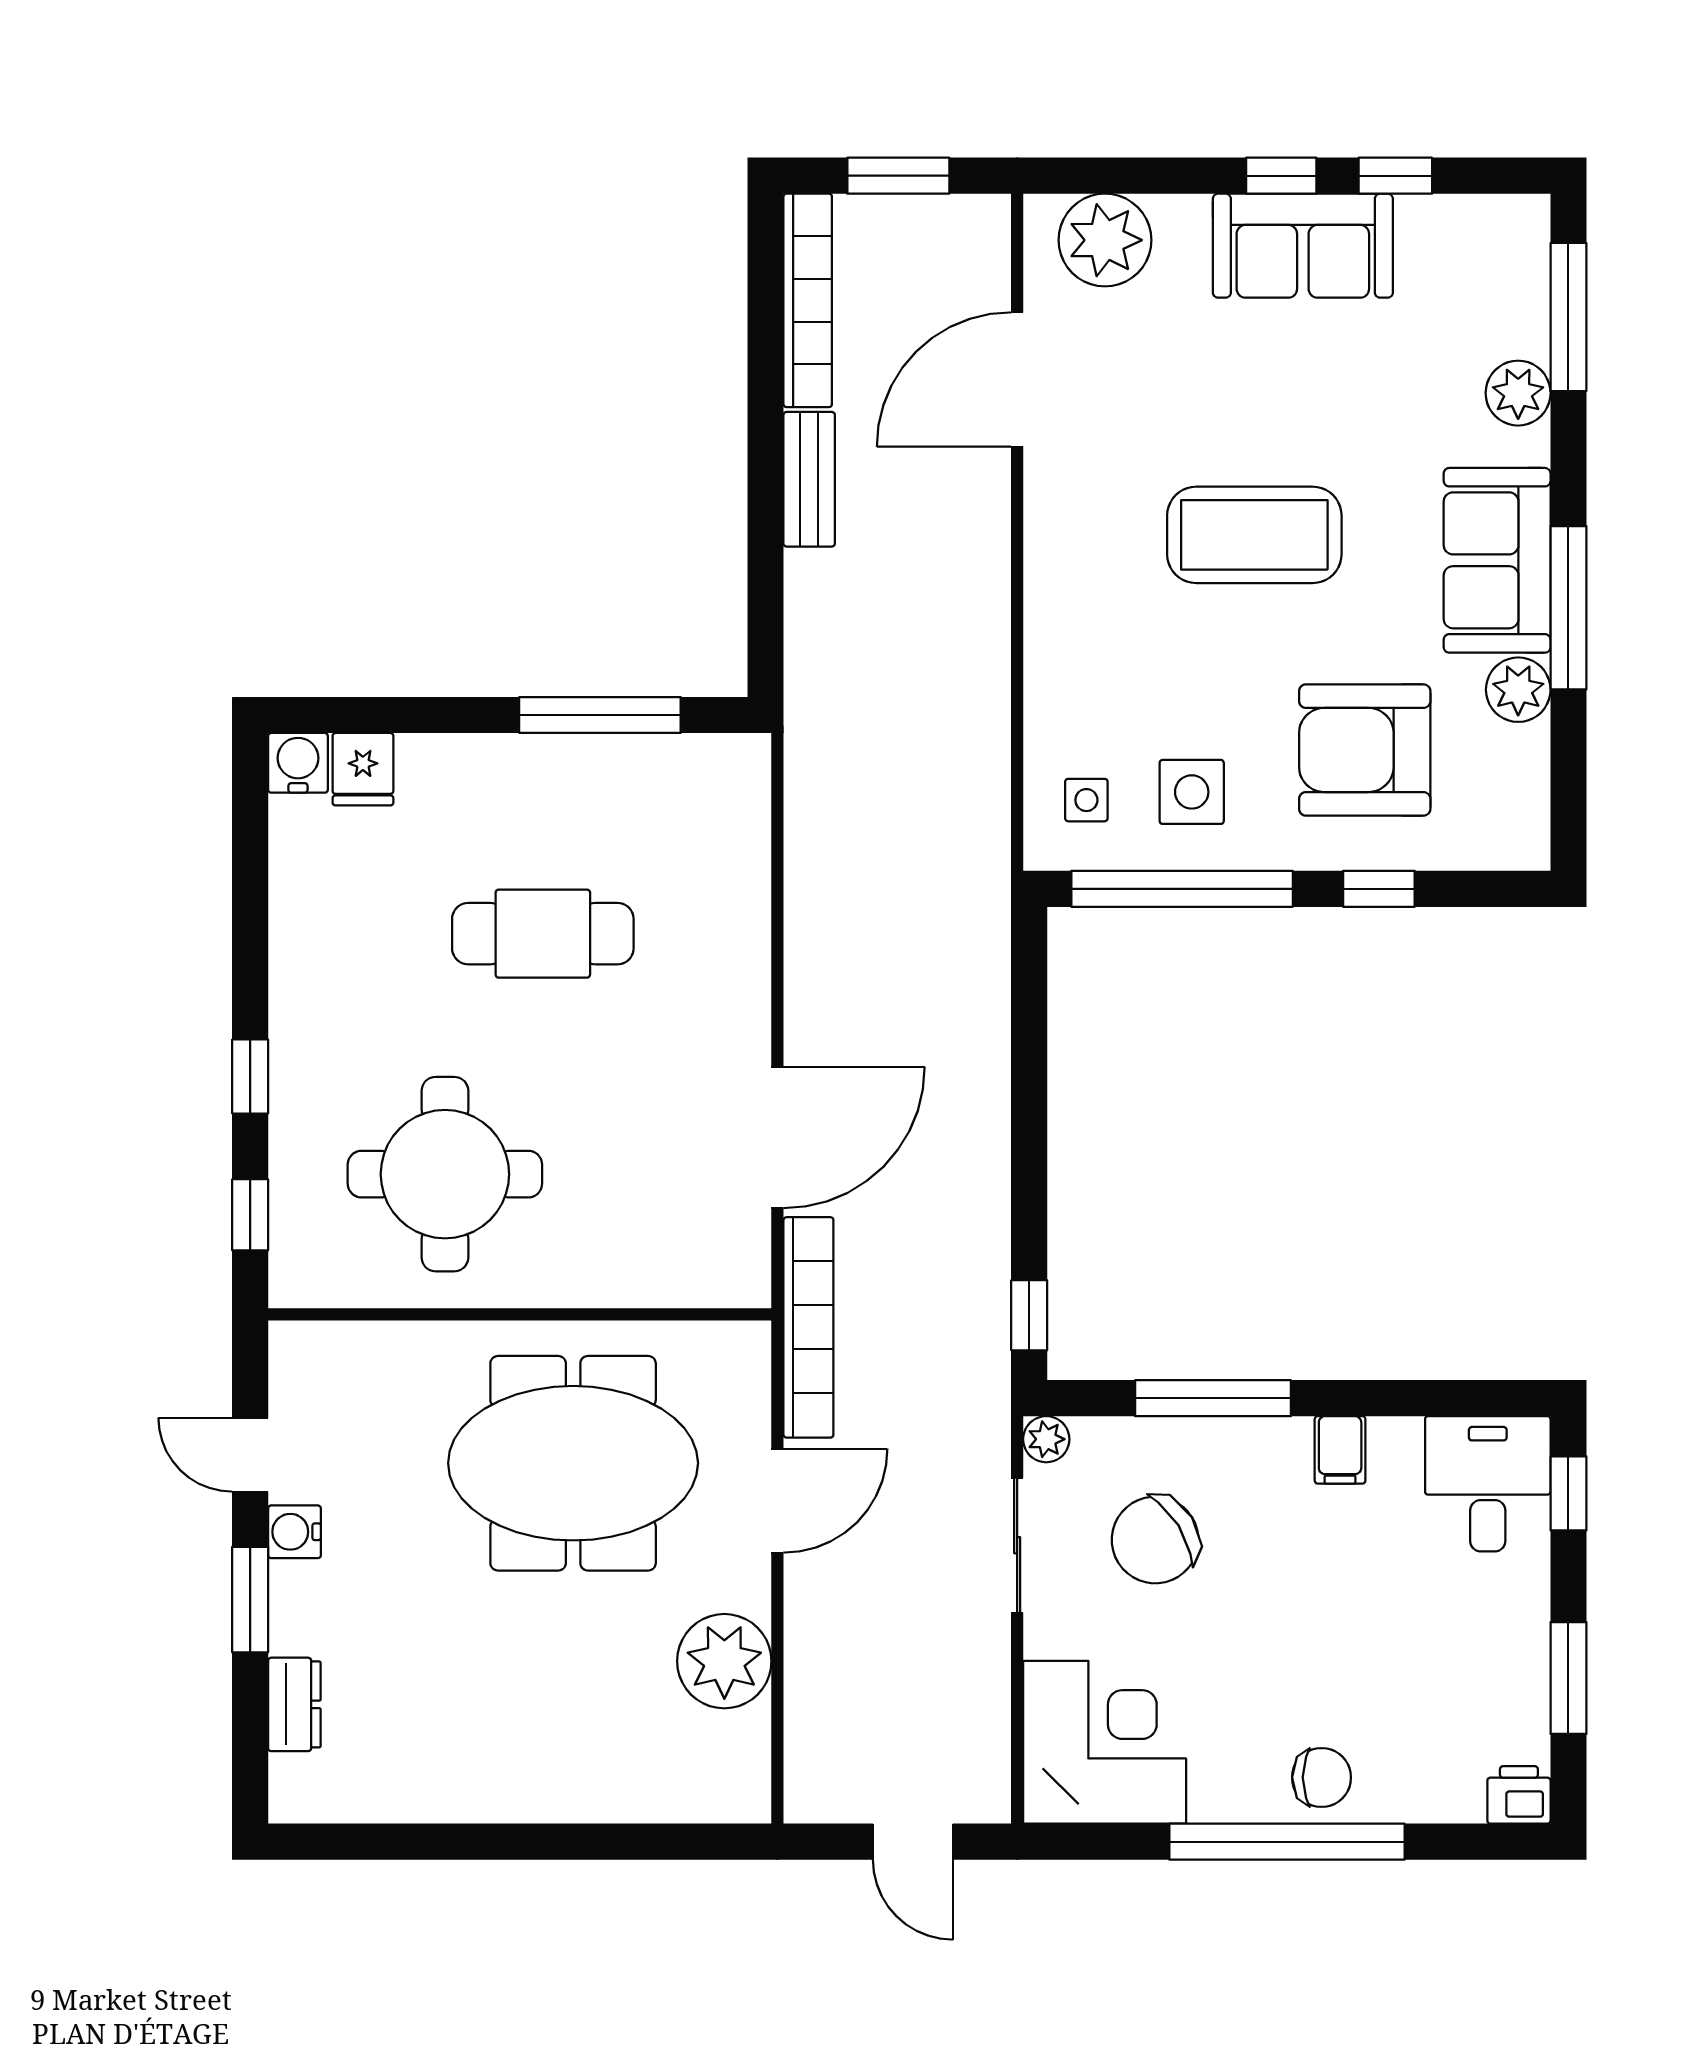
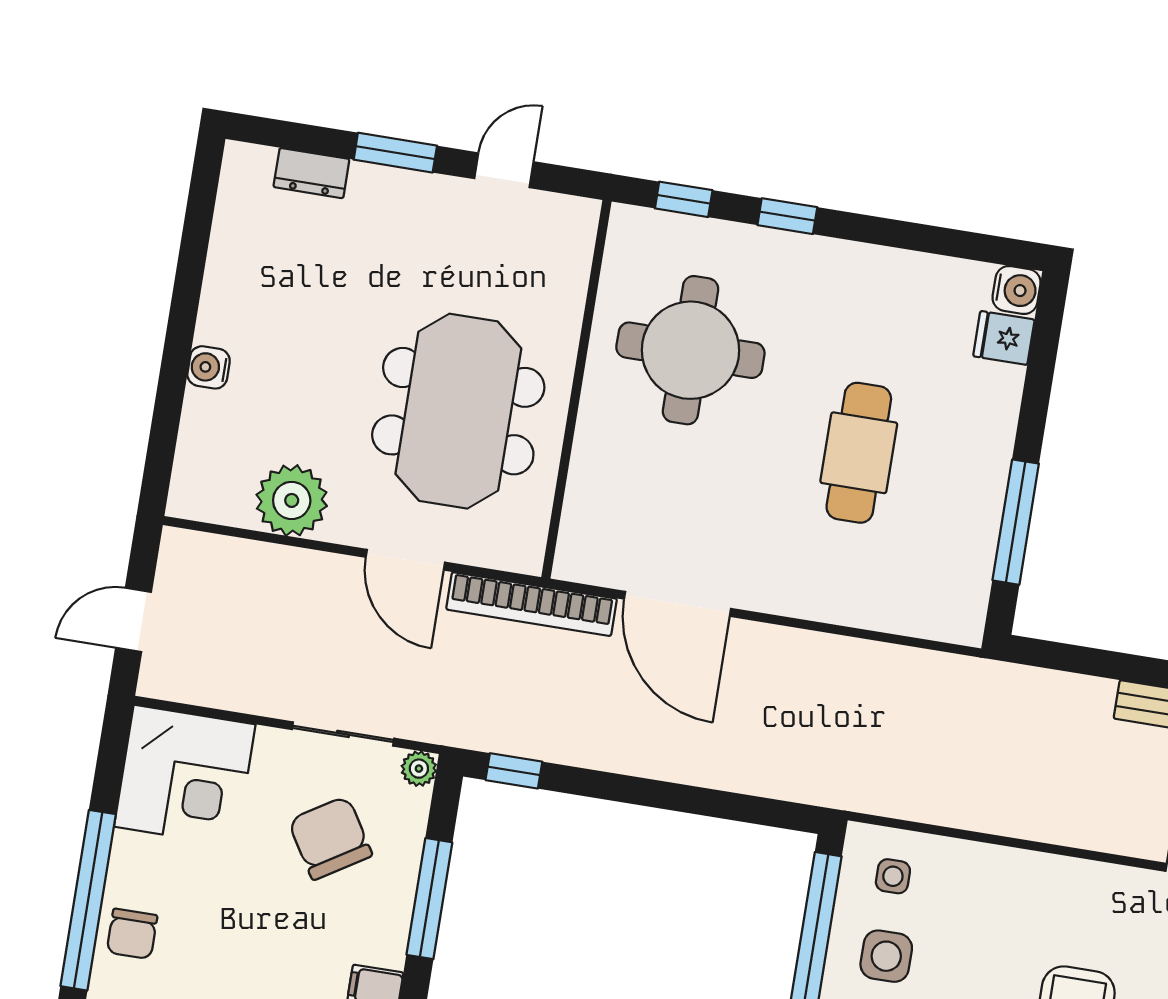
water cooler: (294, 1532) -> (209, 367), moved, turned -90

